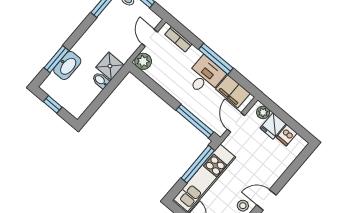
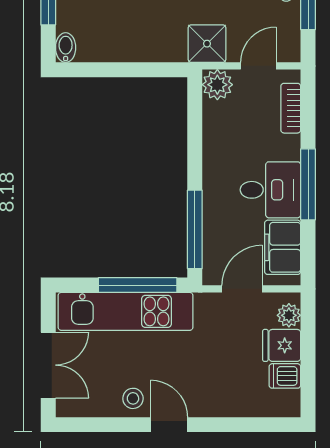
shower: (110, 66) -> (207, 44), moved
bidet: (101, 80) -> (66, 48), moved

